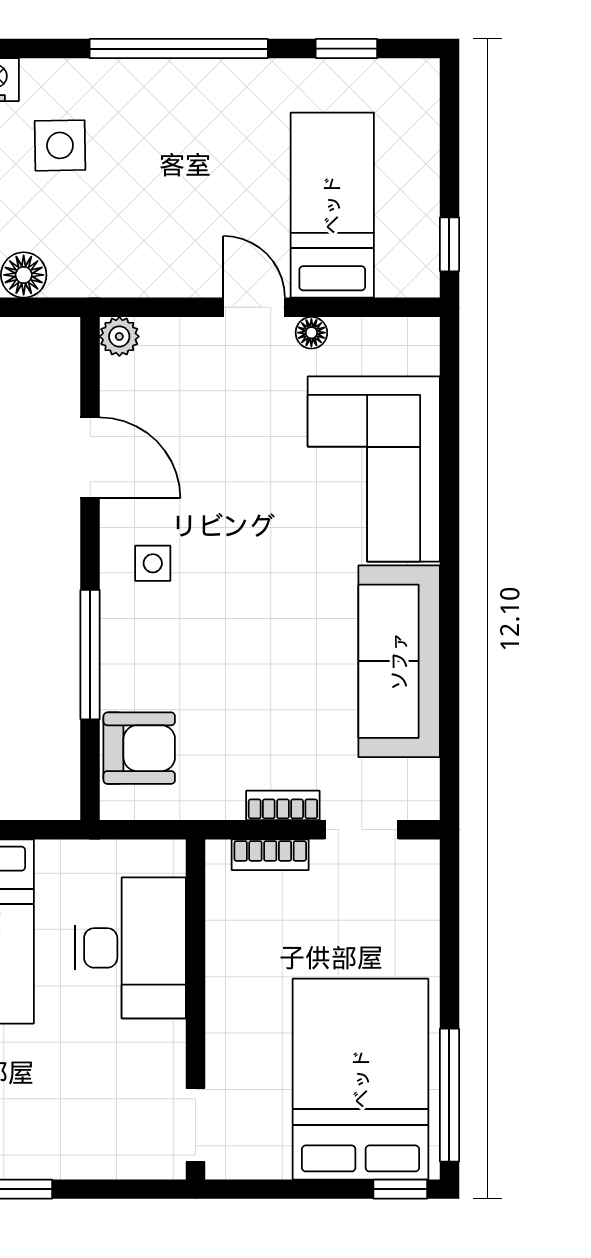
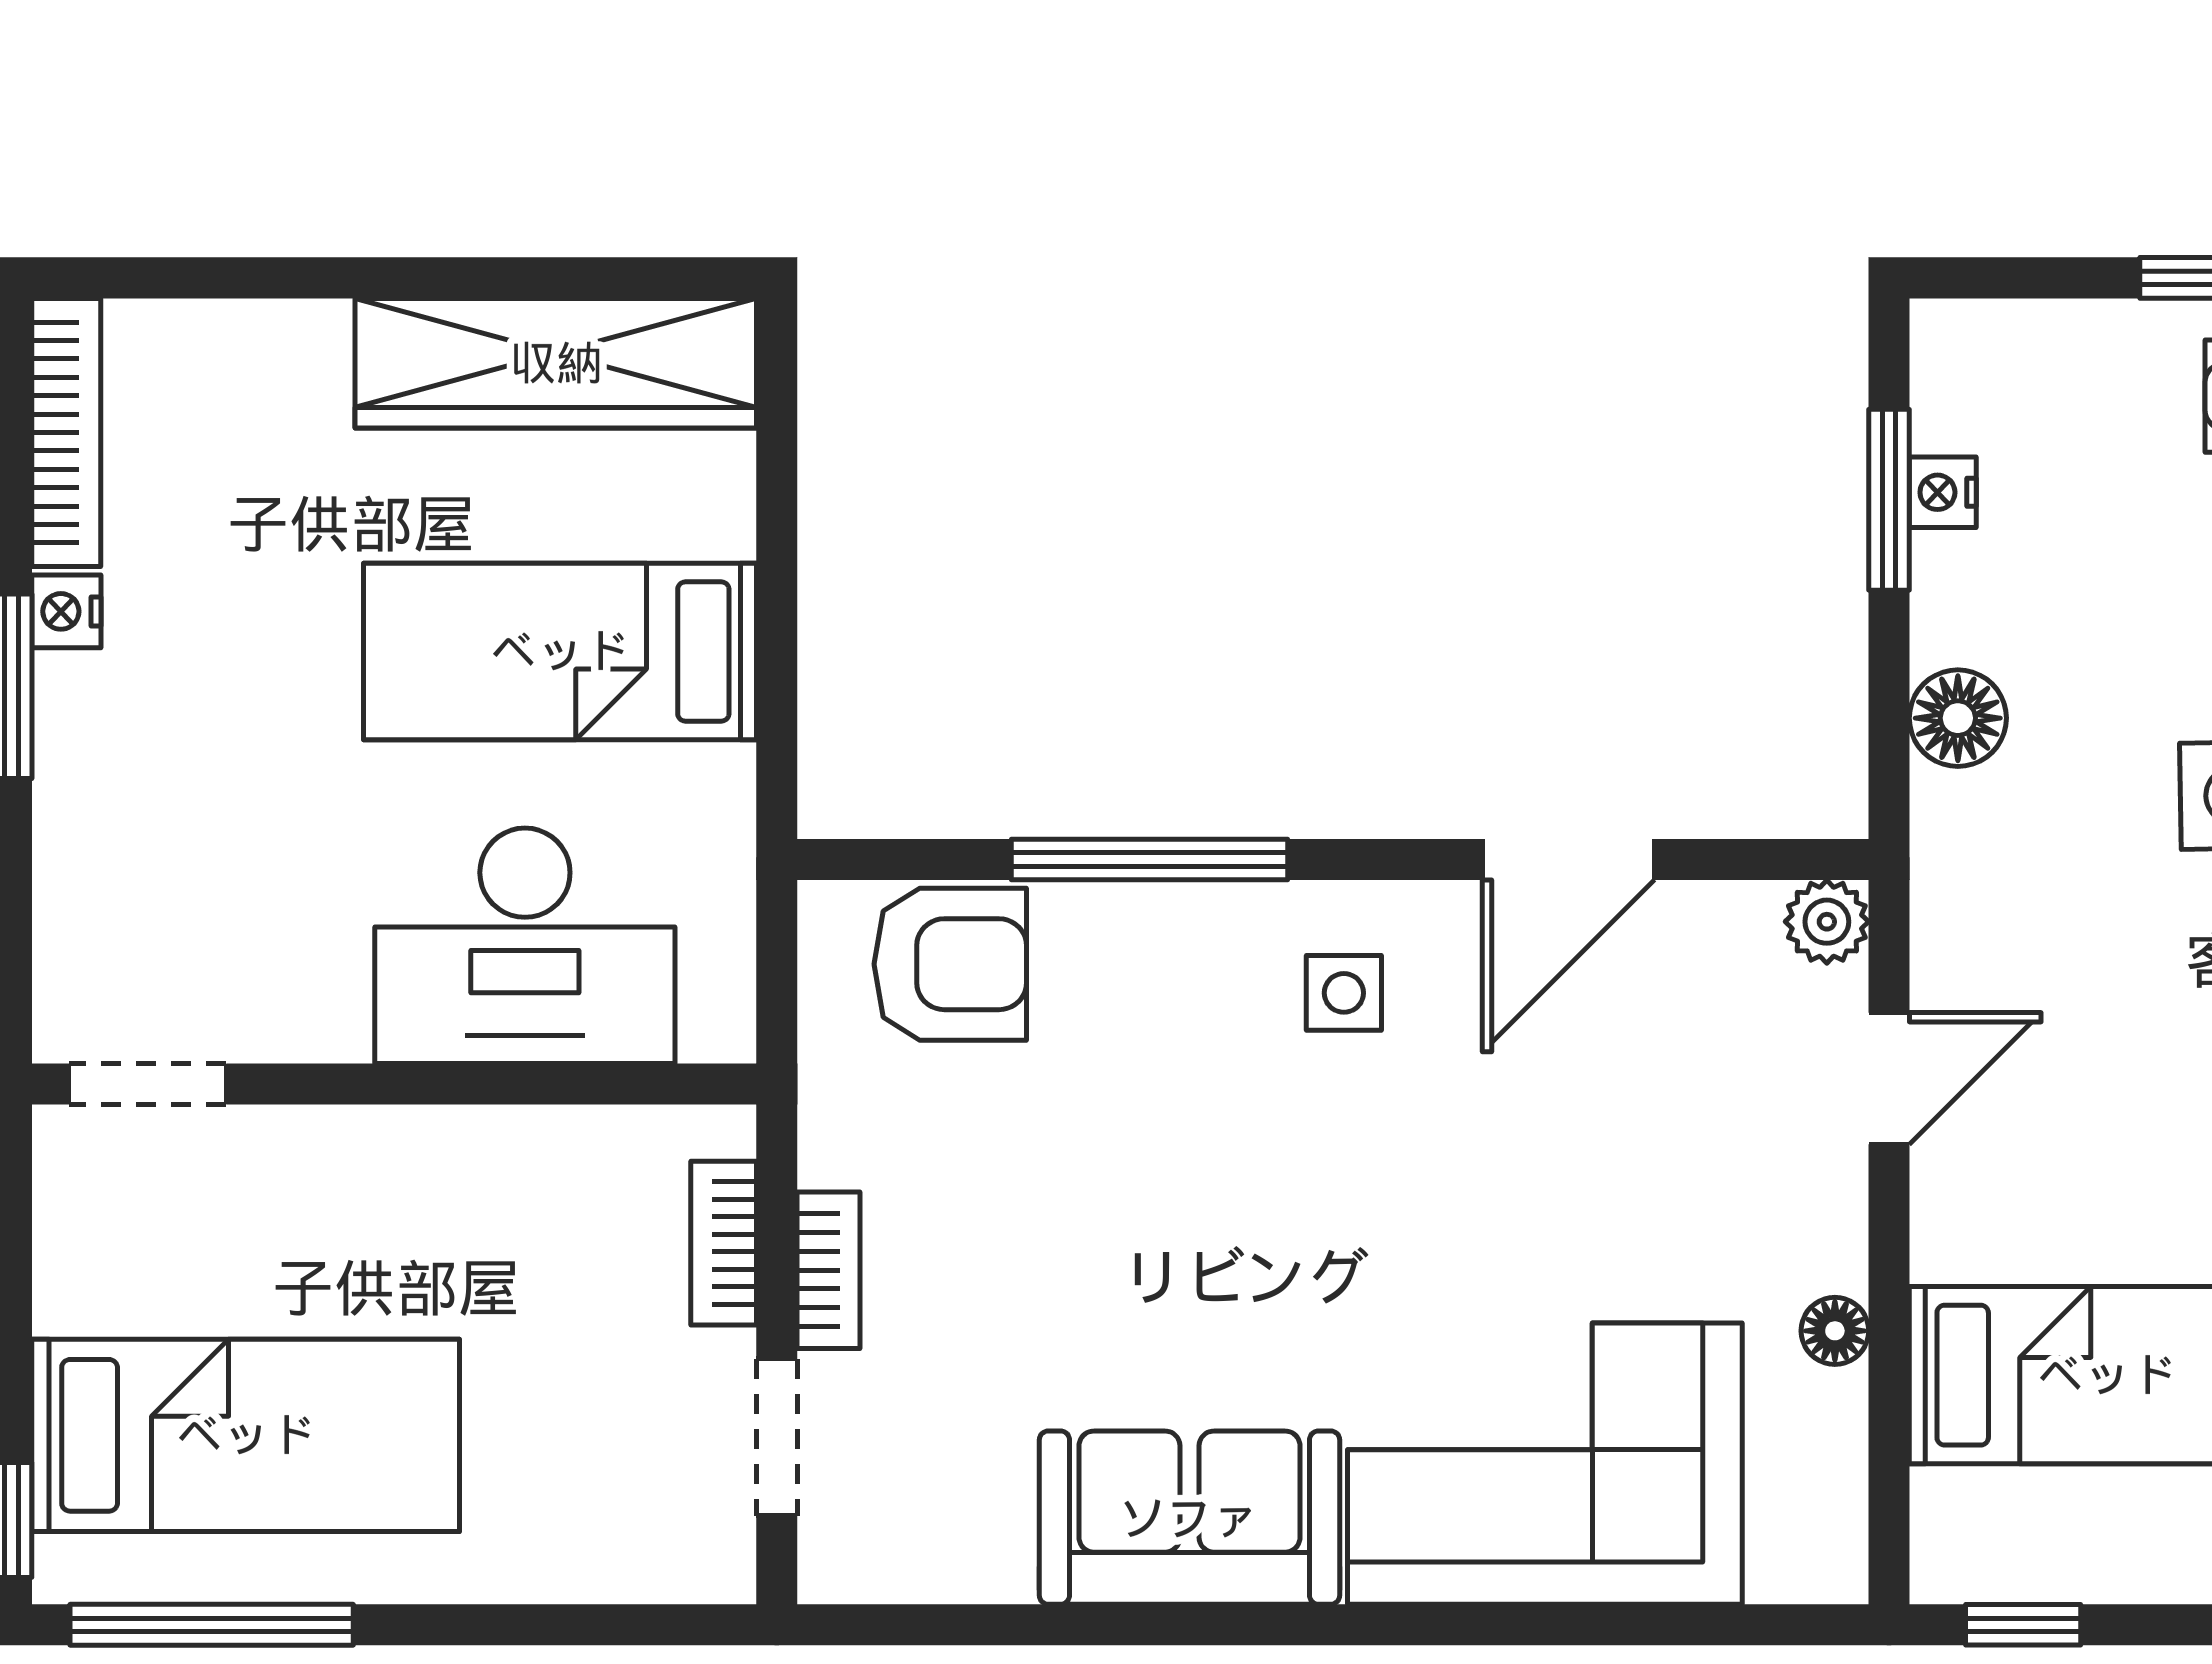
door: (254, 307) -> (1889, 1079), moved
sofa: (399, 661) -> (1189, 1518), width x0.73
armchair: (139, 748) -> (950, 964), turned -90
bed: (361, 1079) -> (246, 1435), width x0.67

